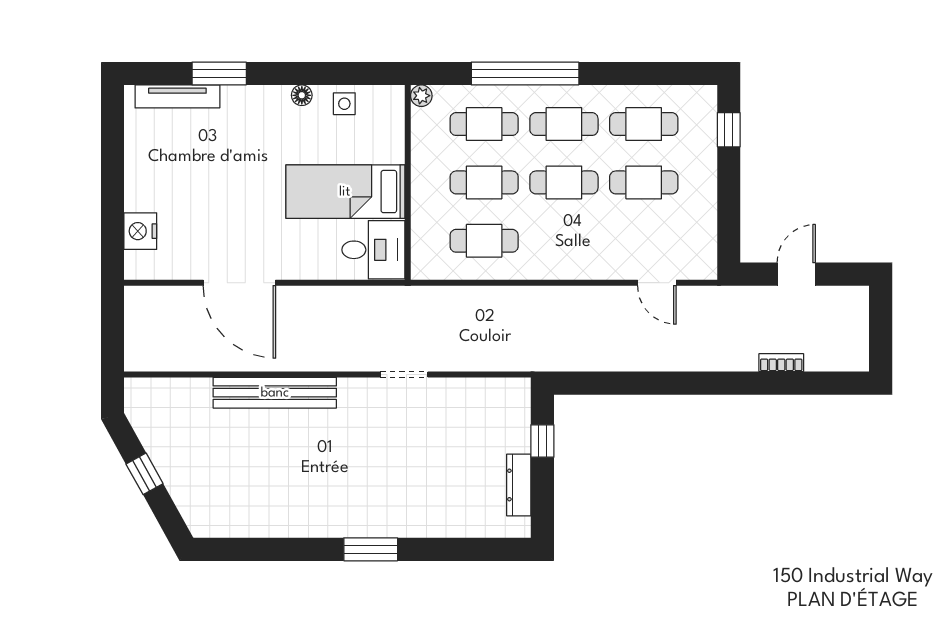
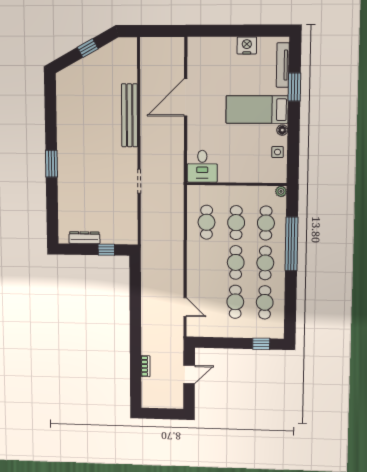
bed: (345, 192) -> (257, 110), moved, turned -90
nightstand: (140, 231) -> (247, 45), moved
door: (796, 274) -> (189, 374), hinge flipped
door: (657, 283) -> (185, 307), swing flipped

